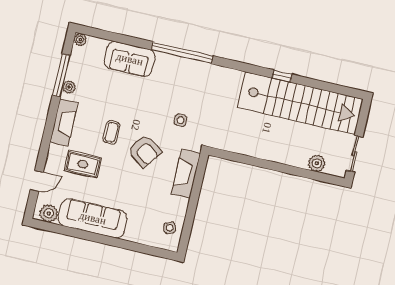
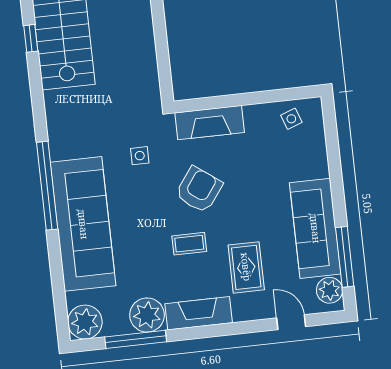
plant: (80, 40) -> (85, 322), width x1.88, depth x1.88
sofa: (130, 59) -> (83, 224), width x1.85, depth x1.27
plant: (69, 87) -> (147, 315), width x1.88, depth x1.88
window: (67, 231) -> (345, 257), added

